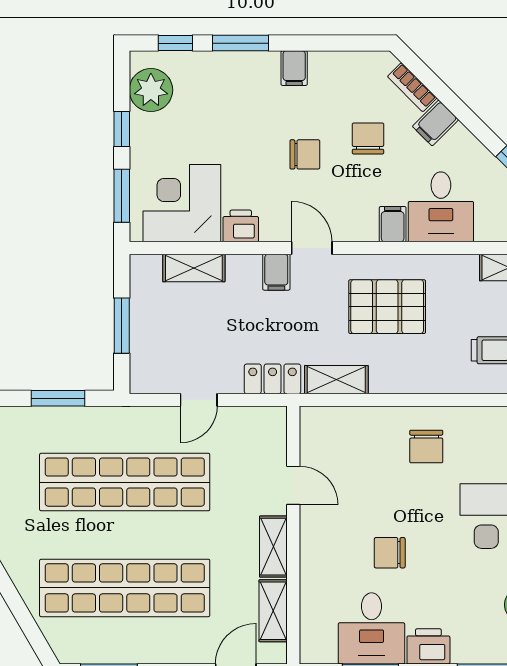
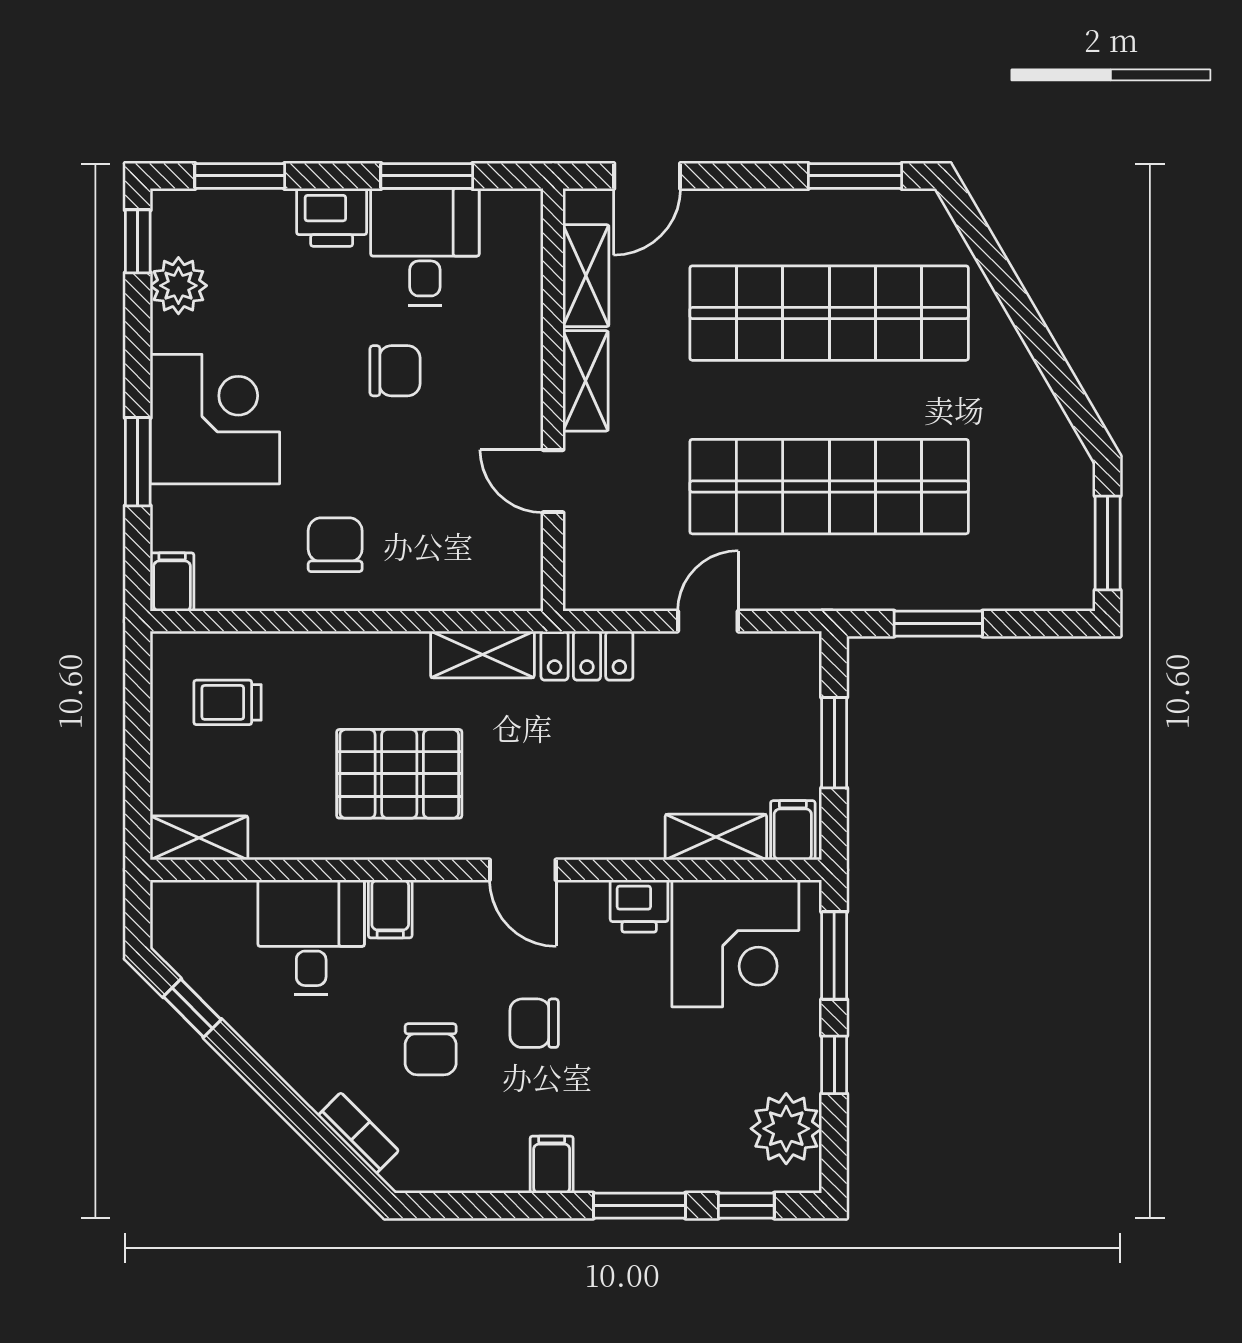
filing cabinet: (435, 123) -> (320, 1075), removed
filing cabinet: (276, 272) -> (793, 830), moved

